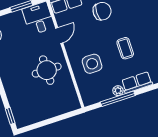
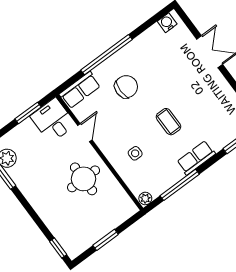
side table: (92, 64) -> (135, 153), width x0.54, depth x0.54
plant: (118, 91) -> (145, 198), moved
window: (48, 122) -> (106, 240), added

